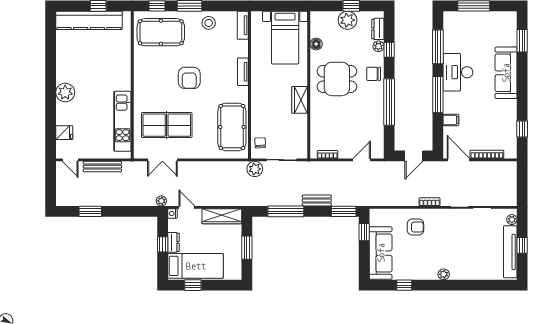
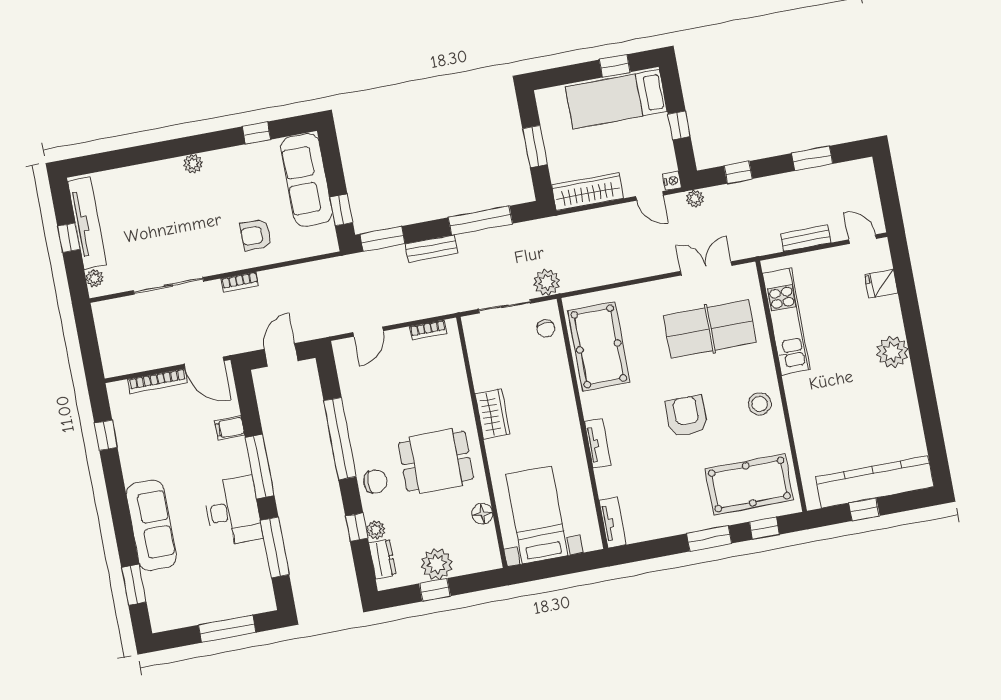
stool: (209, 23) -> (760, 404), moved
bench: (102, 167) -> (806, 238), width x0.73
window: (134, 211) -> (738, 172), added
dresser: (173, 242) -> (661, 132), removed

